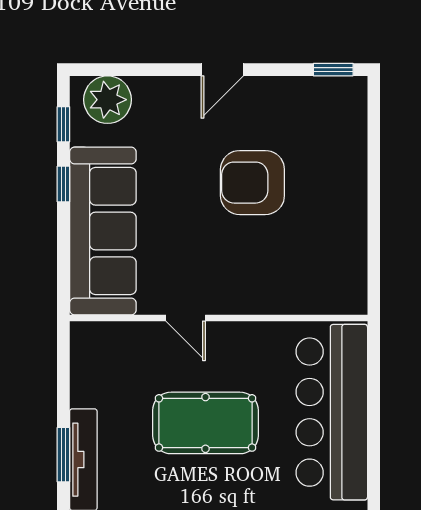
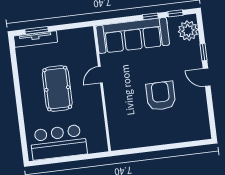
window: (333, 70) -> (204, 52), moved
bar counter: (332, 412) -> (58, 142), width x0.73

